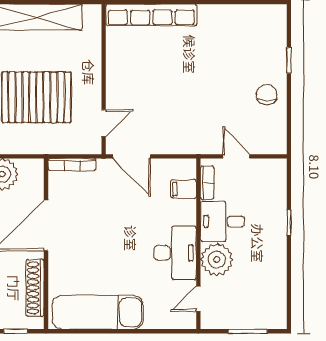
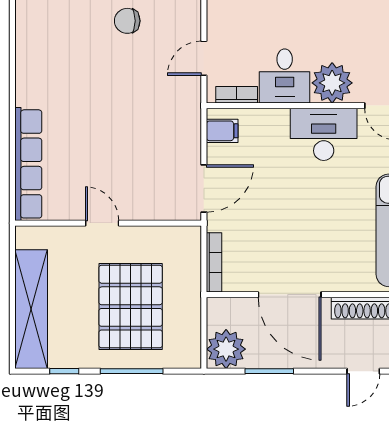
door: (104, 123) -> (102, 223), moved
filing cabinet: (184, 189) -> (222, 131), moved, turned -90

